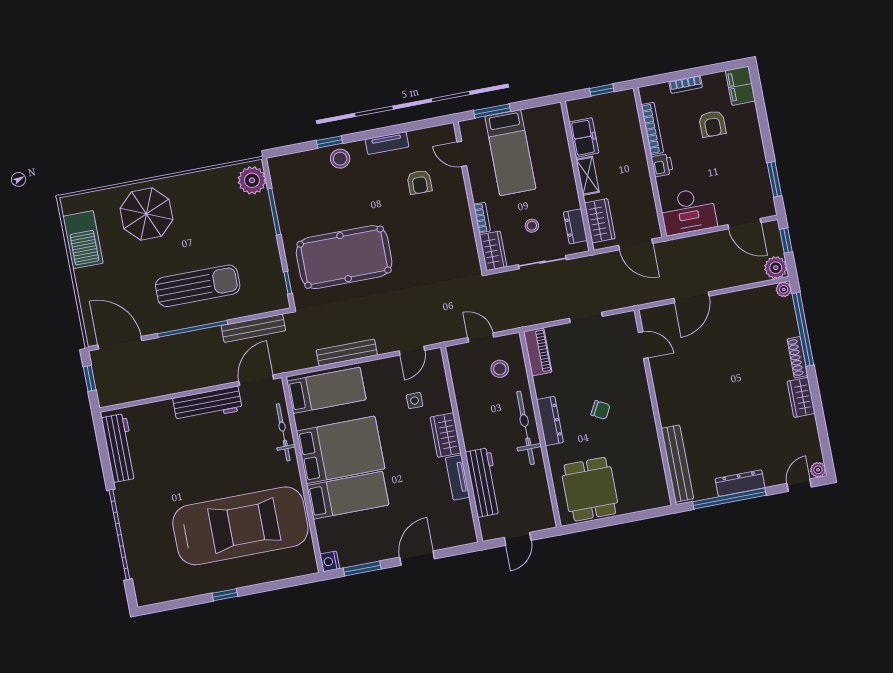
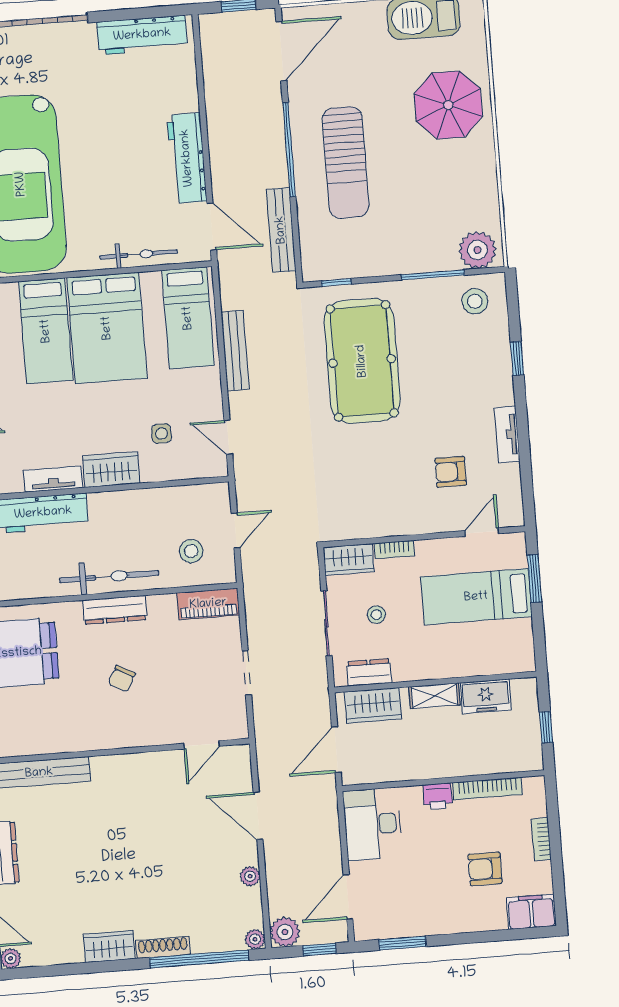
stool: (340, 159) -> (475, 301), moved
plant: (737, 298) -> (250, 876), added

